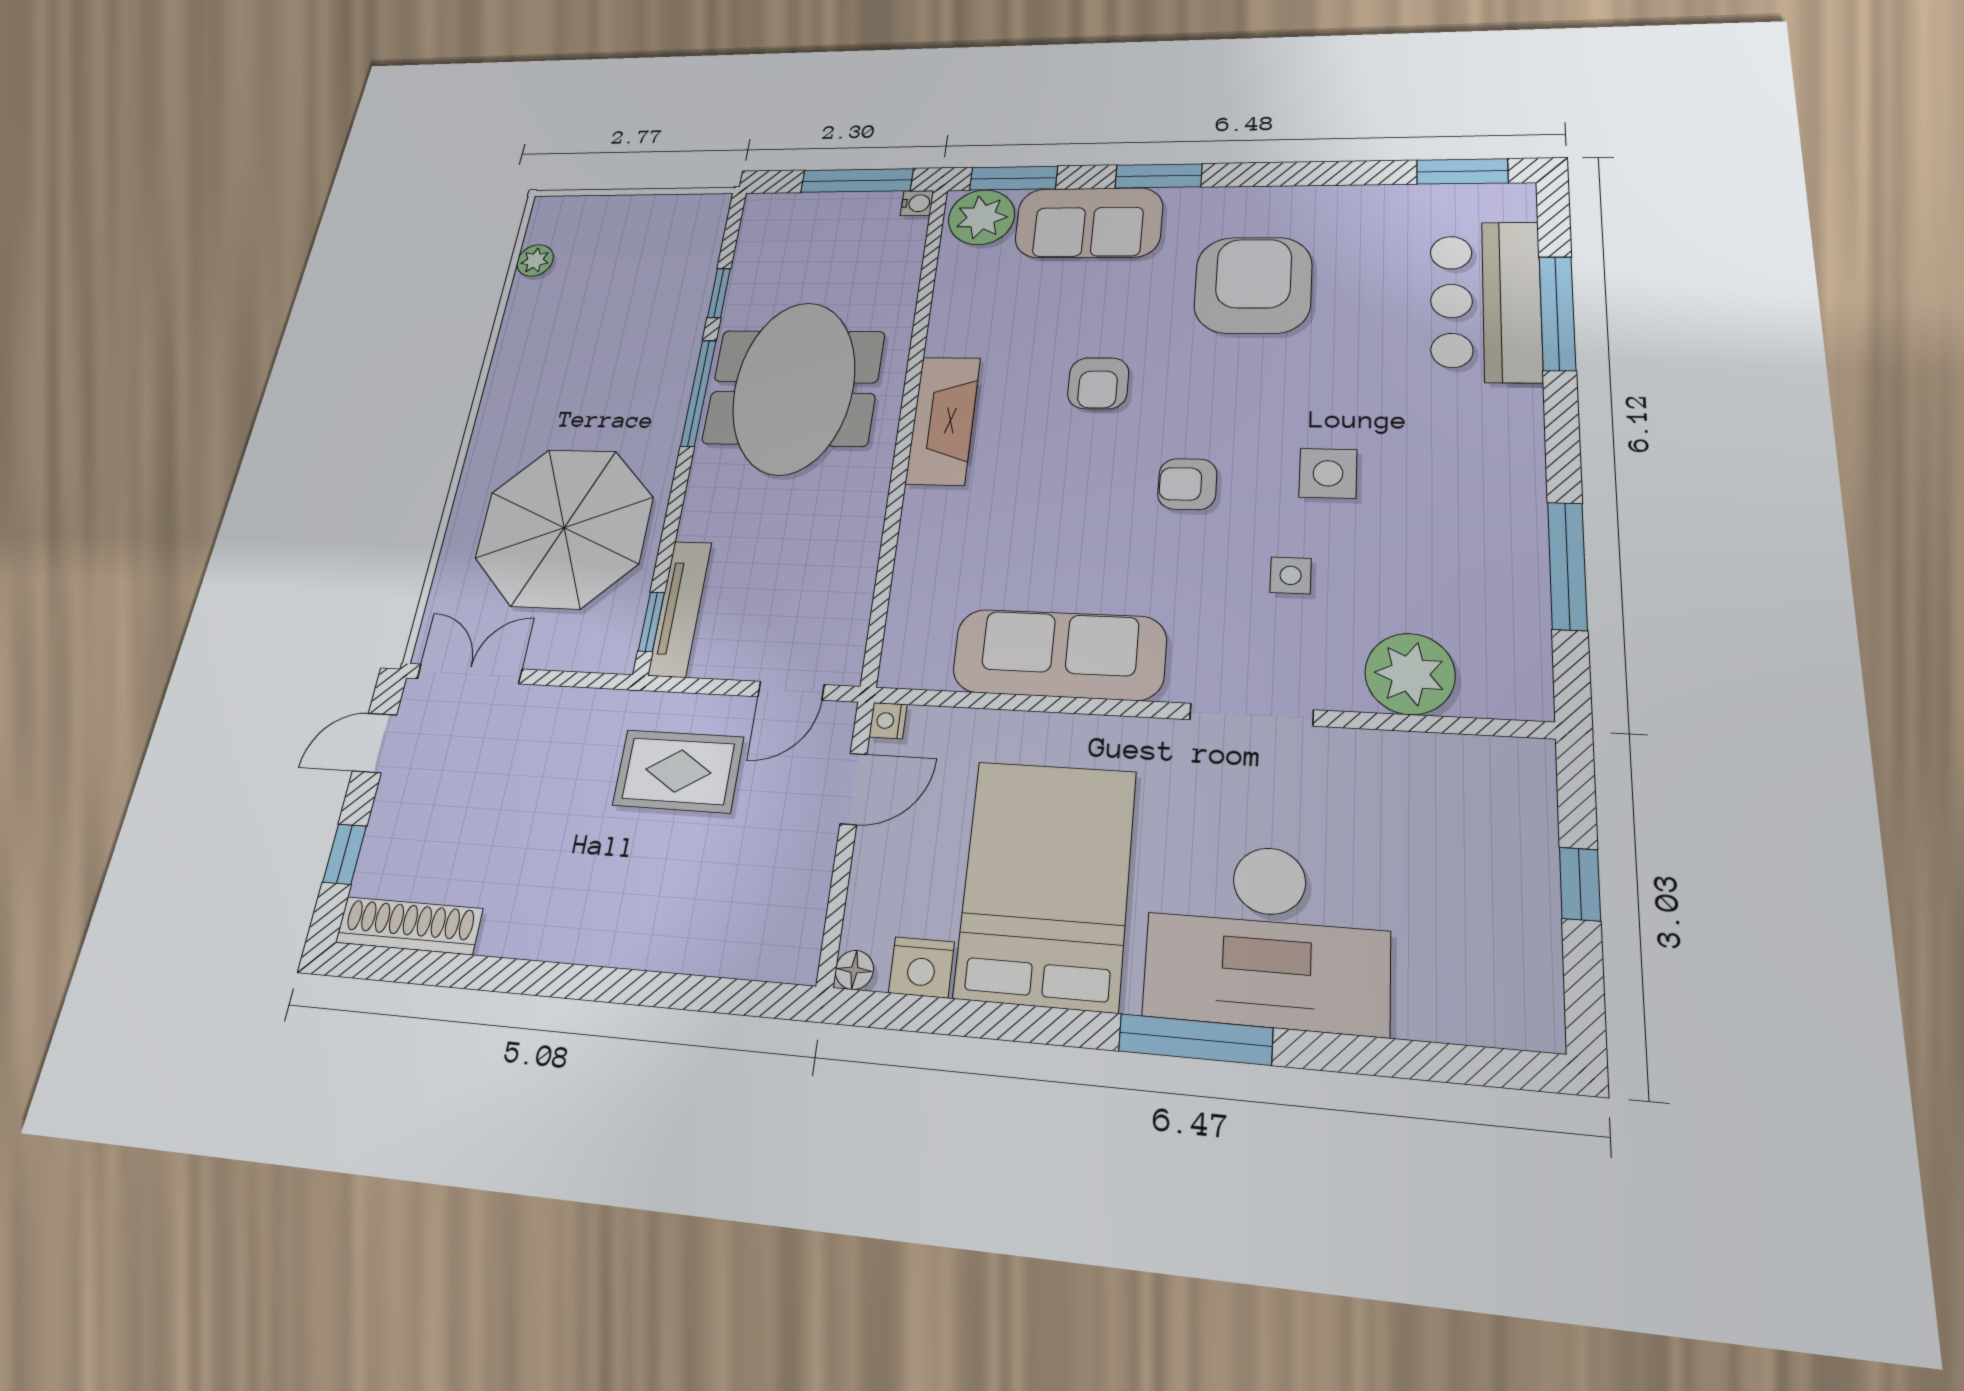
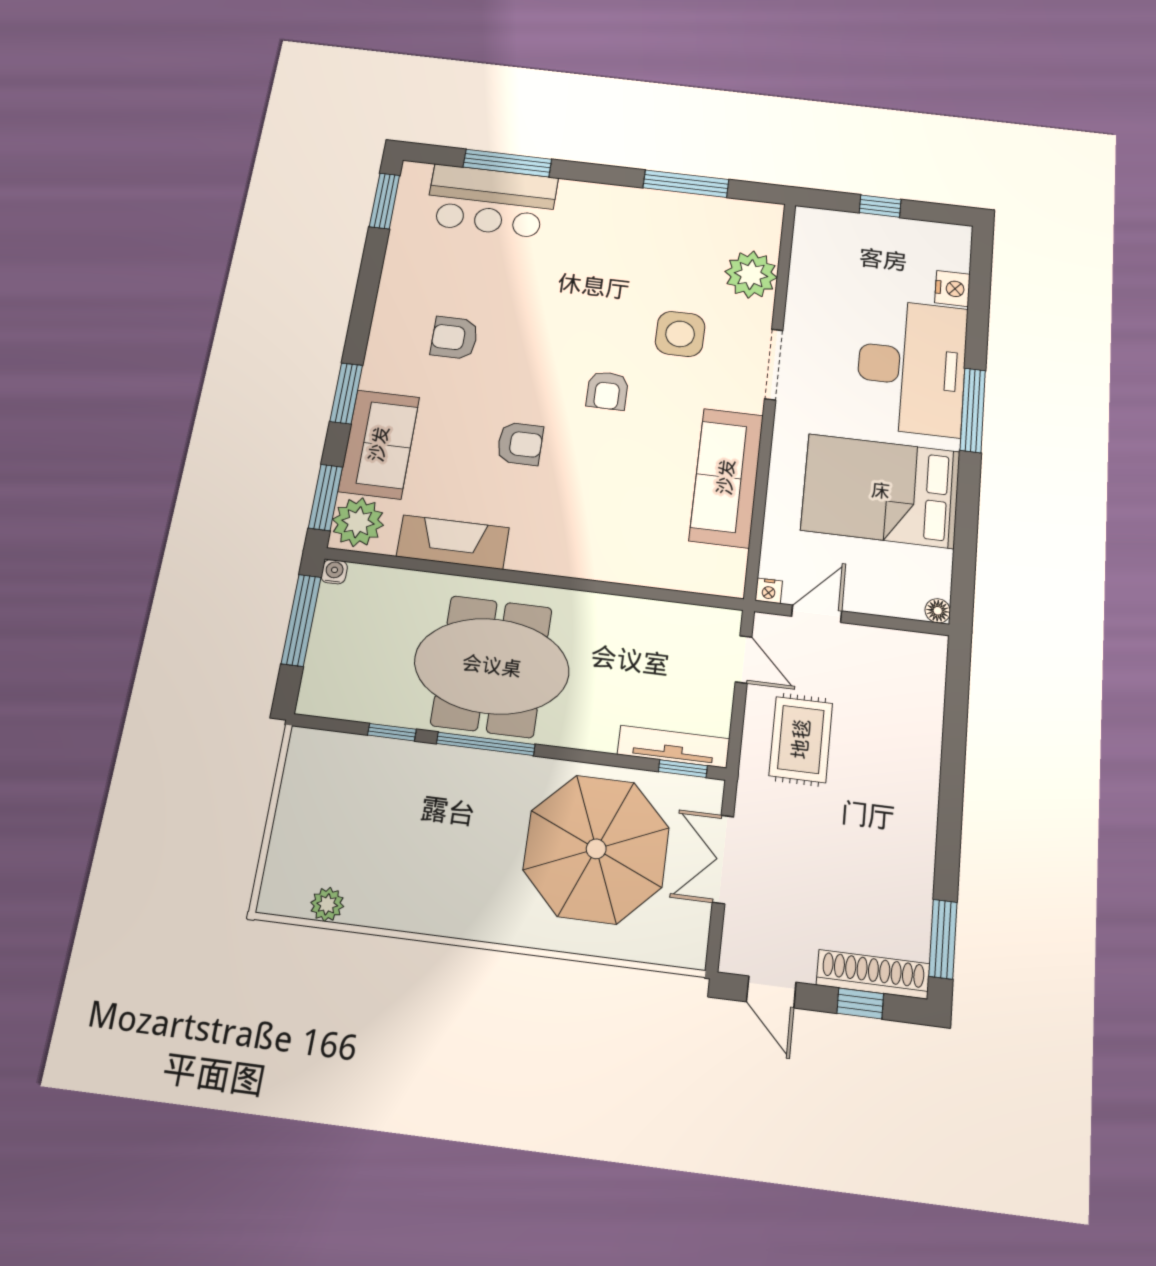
armchair: (1253, 285) -> (454, 338), width x0.53, depth x0.53
fireplace: (943, 420) -> (453, 542), moved
side table: (1328, 473) -> (609, 305), removed
side table: (1291, 575) -> (680, 334), width x1.87, depth x1.87
double door: (469, 674) -> (723, 859), moved
door: (853, 789) -> (817, 614), hinge flipped
shoe rack: (409, 926) -> (873, 974), moved, turned 90
window: (404, 966) -> (943, 939), added
nightstand: (921, 967) -> (952, 289), moved

